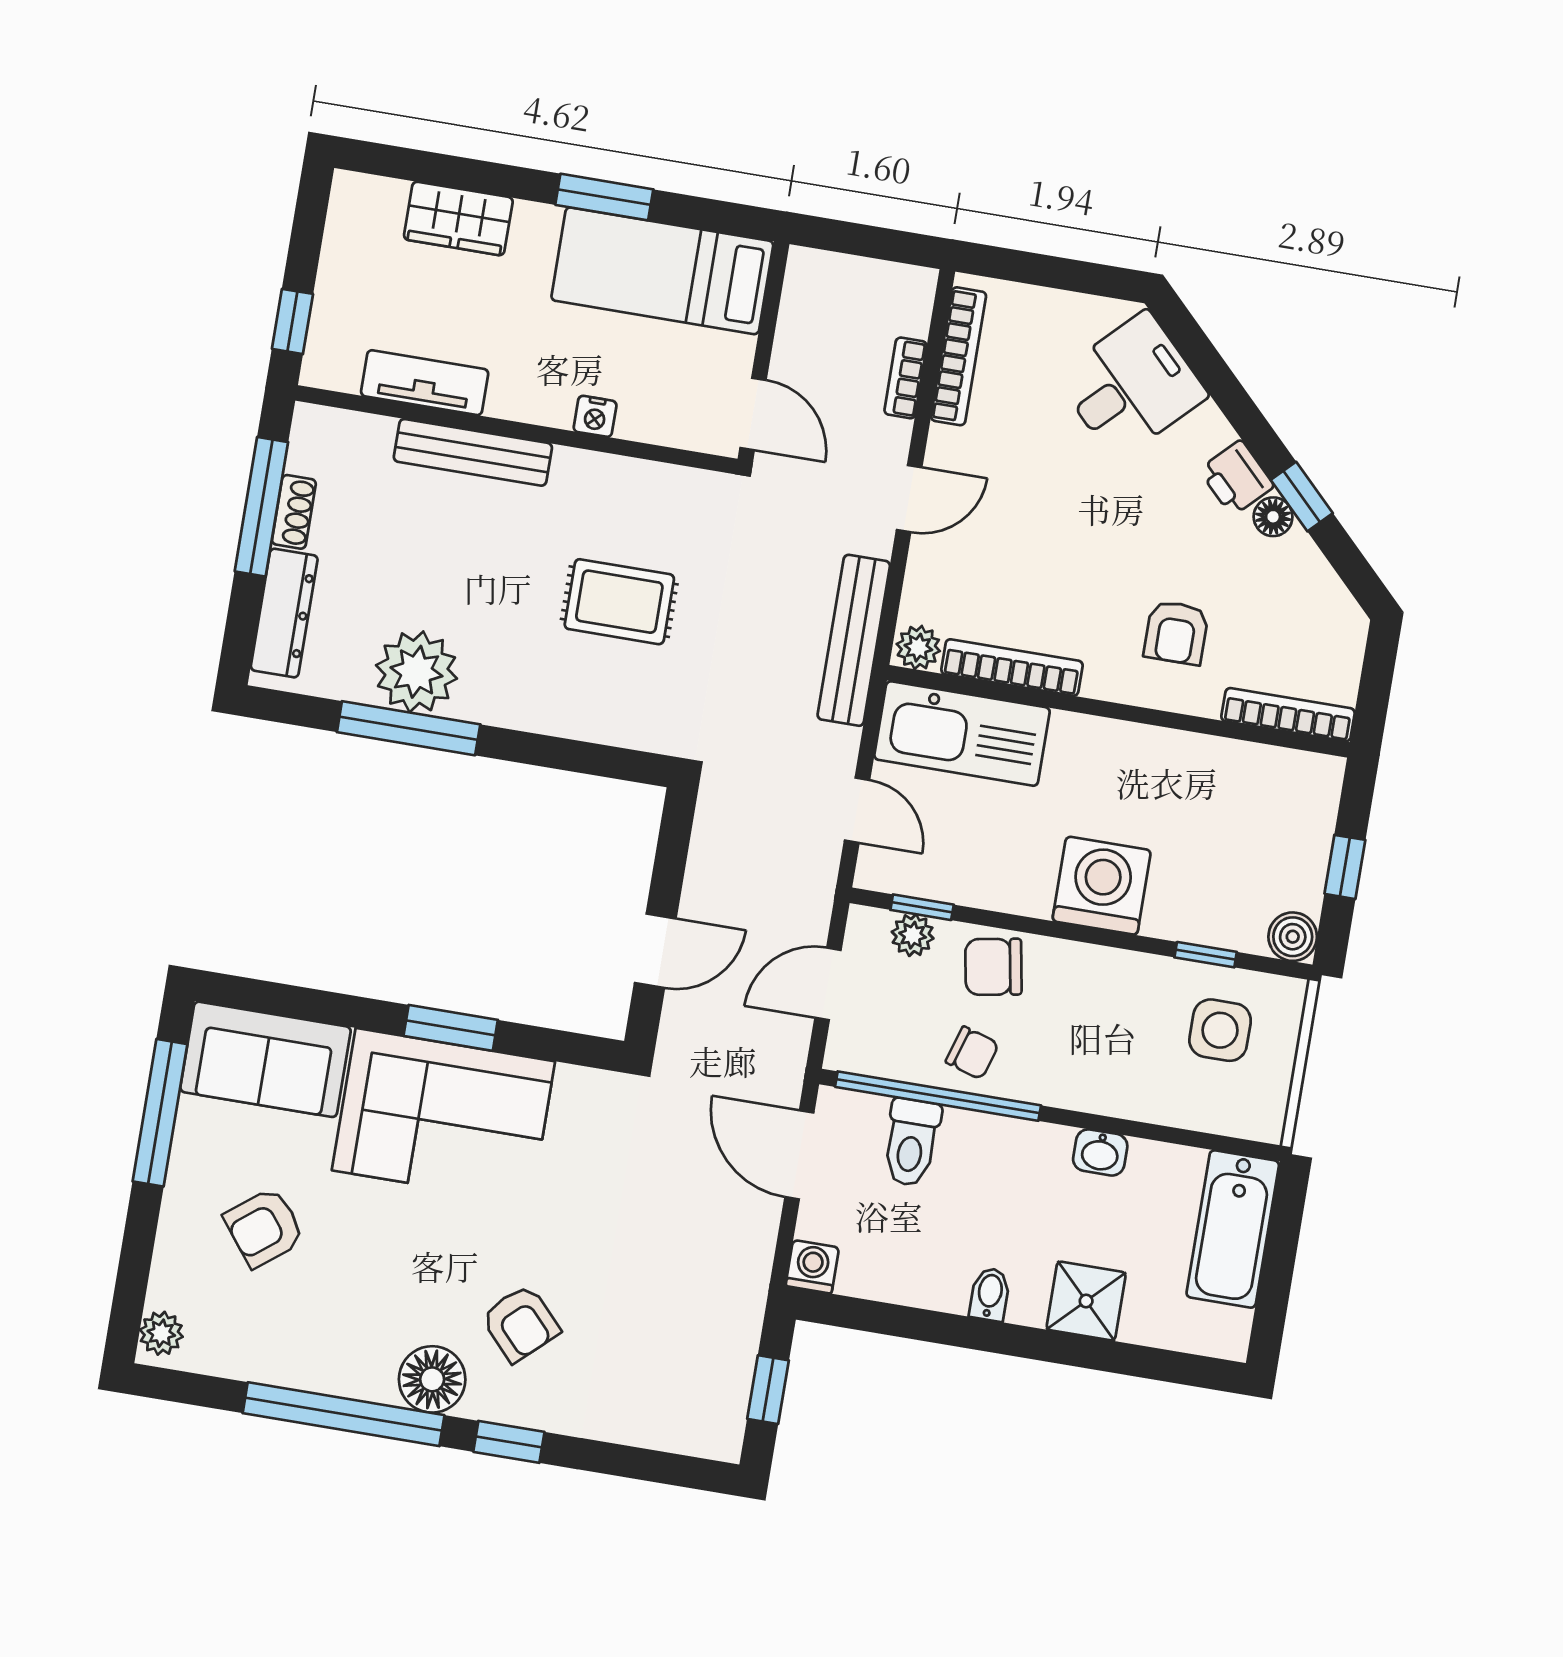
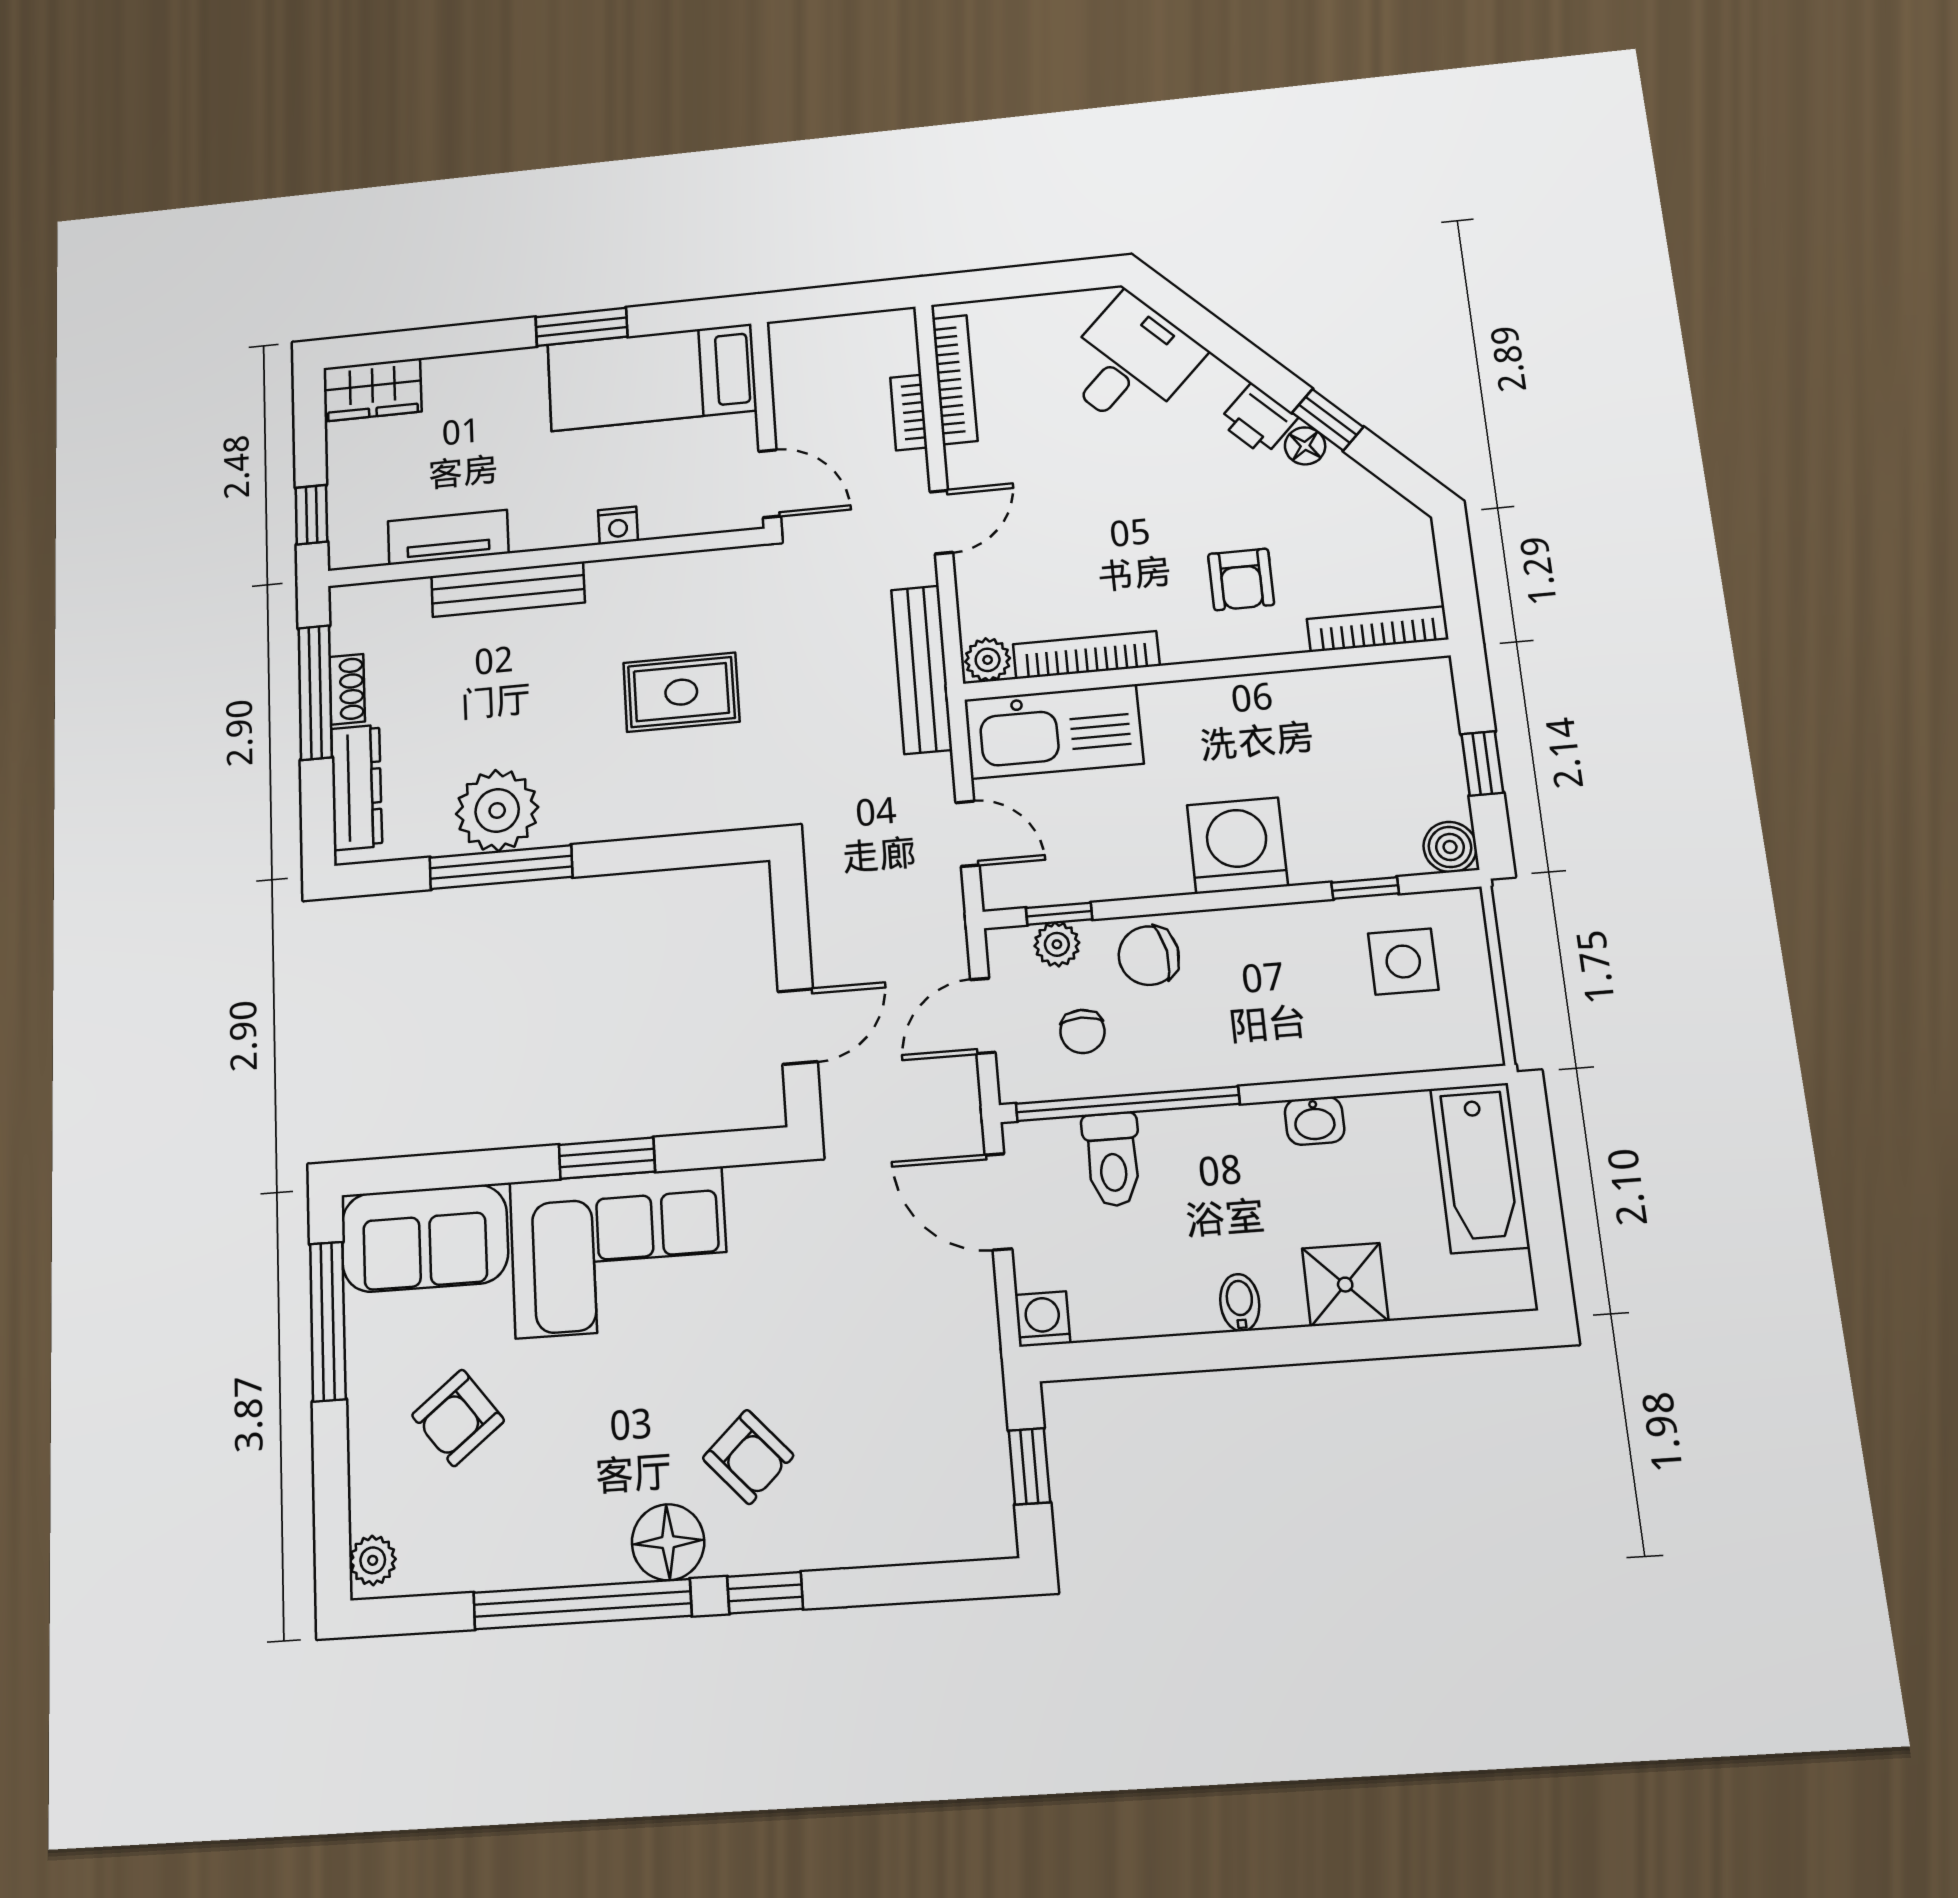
wardrobe: (458, 218) -> (372, 390), moved
chair: (972, 1053) -> (1082, 1031), moved, turned 73

